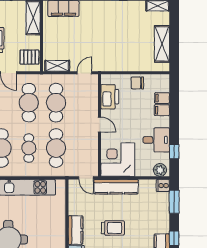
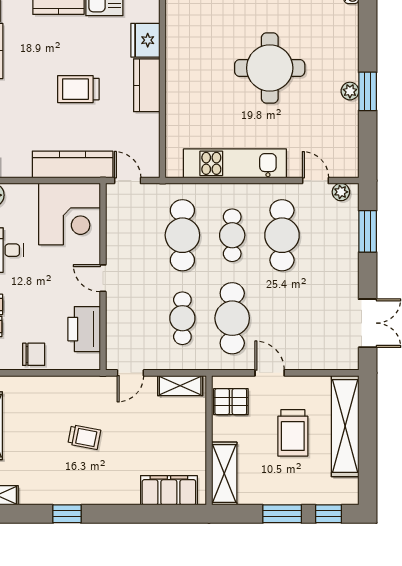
trolley: (110, 38) -> (84, 437), added
cafe table: (56, 103) -> (182, 318), width x0.73, depth x0.74

